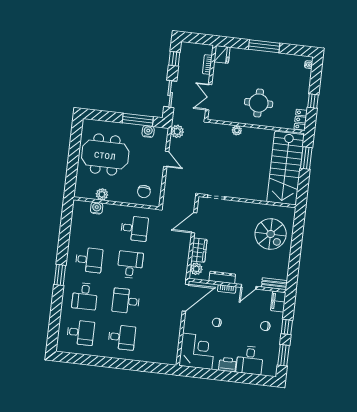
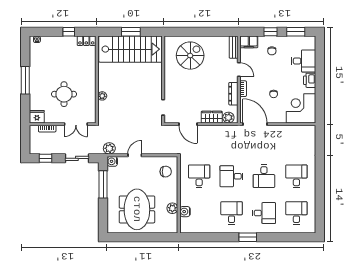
round table: (259, 103) -> (64, 94), moved
water cooler: (148, 132) -> (112, 161), moved
window: (306, 158) -> (131, 32), moved

